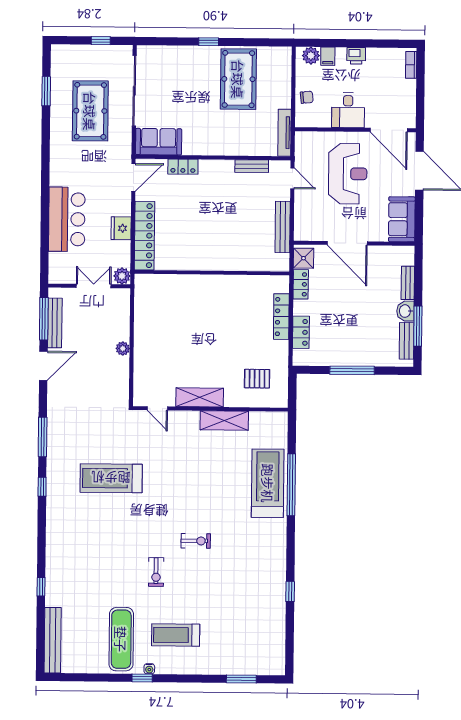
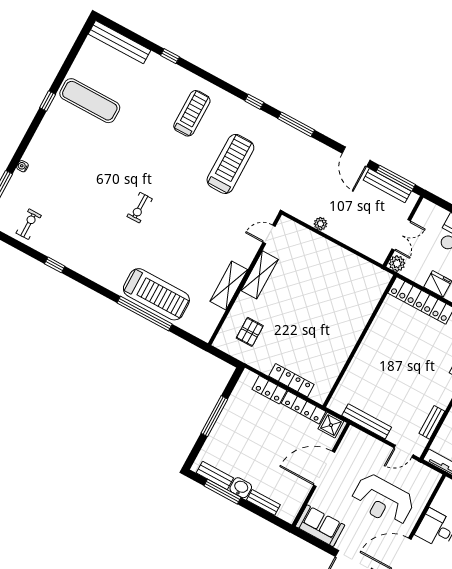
locker: (301, 284) -> (304, 407), width x1.53
plant: (123, 348) -> (320, 224), moved
exercise bike: (156, 572) -> (29, 224), moved, turned 90
treadmill: (176, 635) -> (192, 113), moved
water cooler: (149, 669) -> (22, 166), moved

